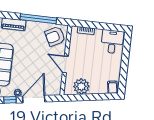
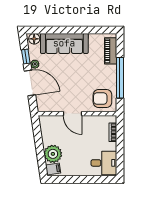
armchair: (55, 36) -> (102, 99), turned -63
door: (65, 64) -> (73, 114), swing flipped
plant: (81, 86) -> (53, 154), moved

